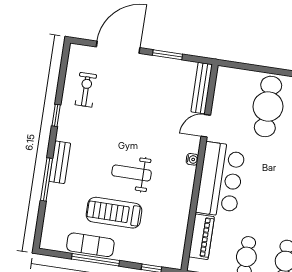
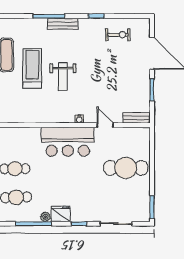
bench: (202, 88) -> (137, 118), width x0.73
weight bench: (132, 173) -> (63, 77), turned 180
piano: (202, 237) -> (25, 134), removed

